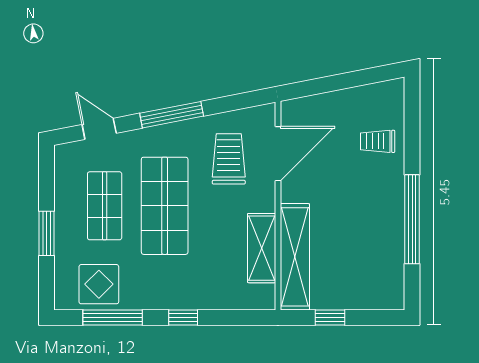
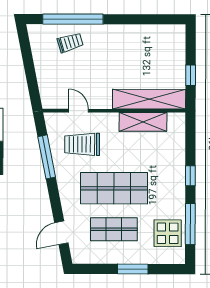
window: (172, 115) -> (47, 157), moved
trolley: (378, 141) -> (70, 43), turned -107
door: (278, 154) -> (78, 111), width x0.53
window: (412, 219) -> (73, 19), moved

